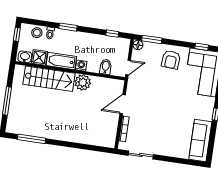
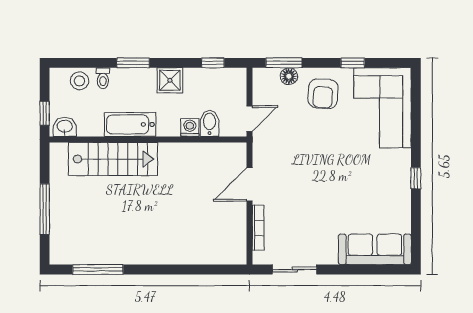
window: (17, 34) -> (45, 113), moved
floor lamp: (138, 45) -> (289, 76), moved
window: (202, 47) -> (353, 63), moved
shower: (39, 57) -> (170, 80), moved
washing machine: (81, 66) -> (190, 127), moved
plant: (83, 82) -> (173, 157), removed
sofa: (200, 141) -> (375, 249), moved, turned 90

